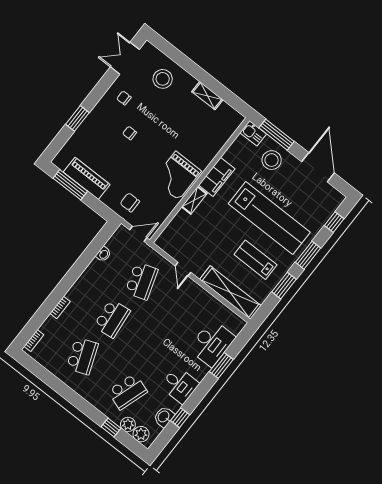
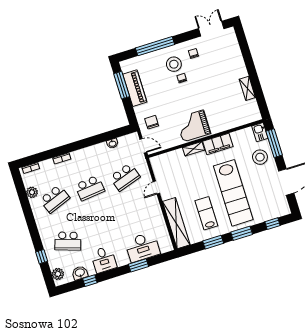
stool: (163, 79) -> (174, 64), moved
window: (77, 118) -> (155, 46), width x2.11
plant: (128, 424) -> (32, 192), moved

